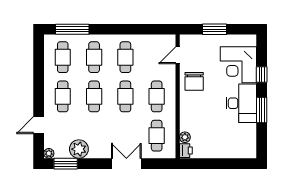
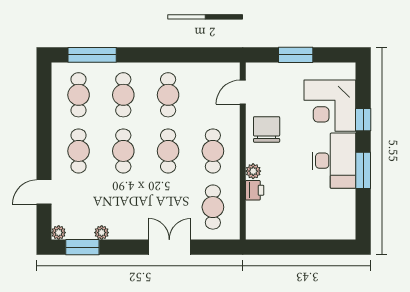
chair: (194, 81) -> (267, 129), turned 180
plant: (185, 137) -> (253, 171), moved
plant: (79, 149) -> (102, 233), width x0.53, depth x0.53
printer: (186, 151) -> (255, 190), moved

